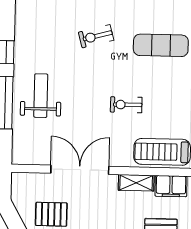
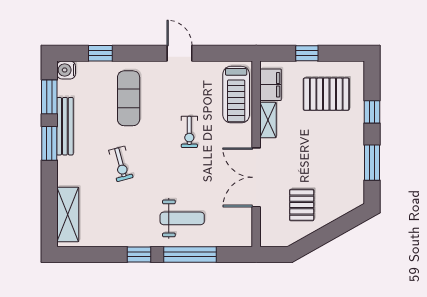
weight bench: (41, 96) -> (182, 218), turned 180

